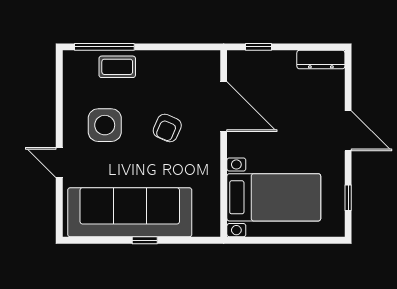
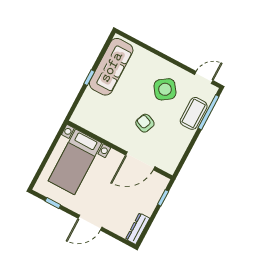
coffee table: (117, 67) -> (194, 113), width x1.36, depth x1.30
side table: (105, 125) -> (165, 89), turned -35
door: (59, 162) -> (204, 78), moved
sofa: (130, 212) -> (111, 67), width x0.74, depth x0.79

